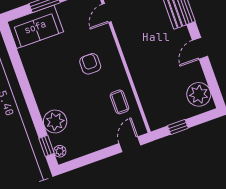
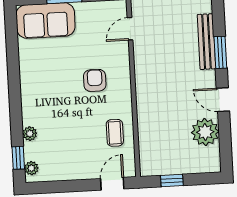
door: (200, 48) -> (223, 100), hinge flipped
plant: (199, 94) -> (205, 132), moved
plant: (55, 121) -> (30, 134), width x0.53, depth x0.53

